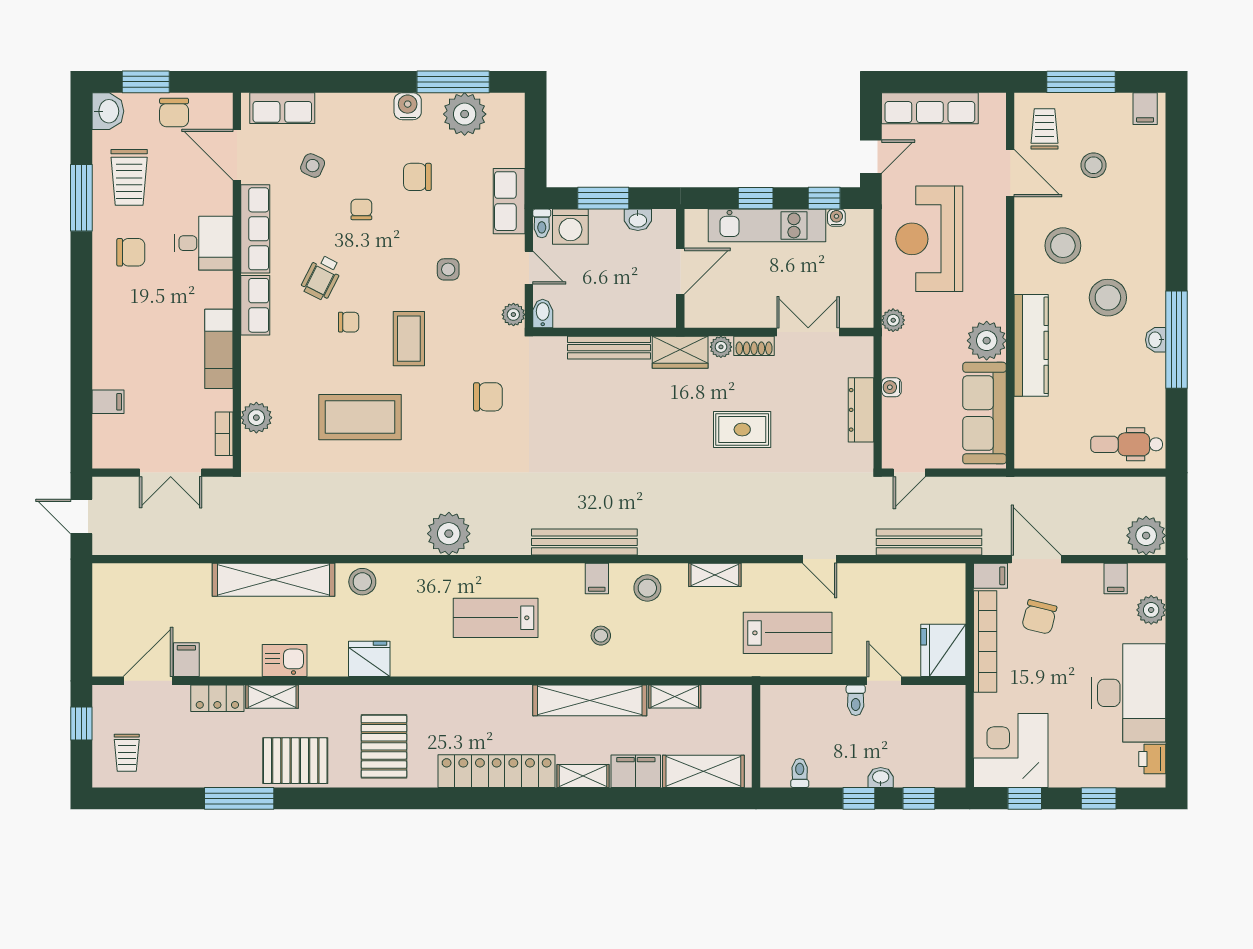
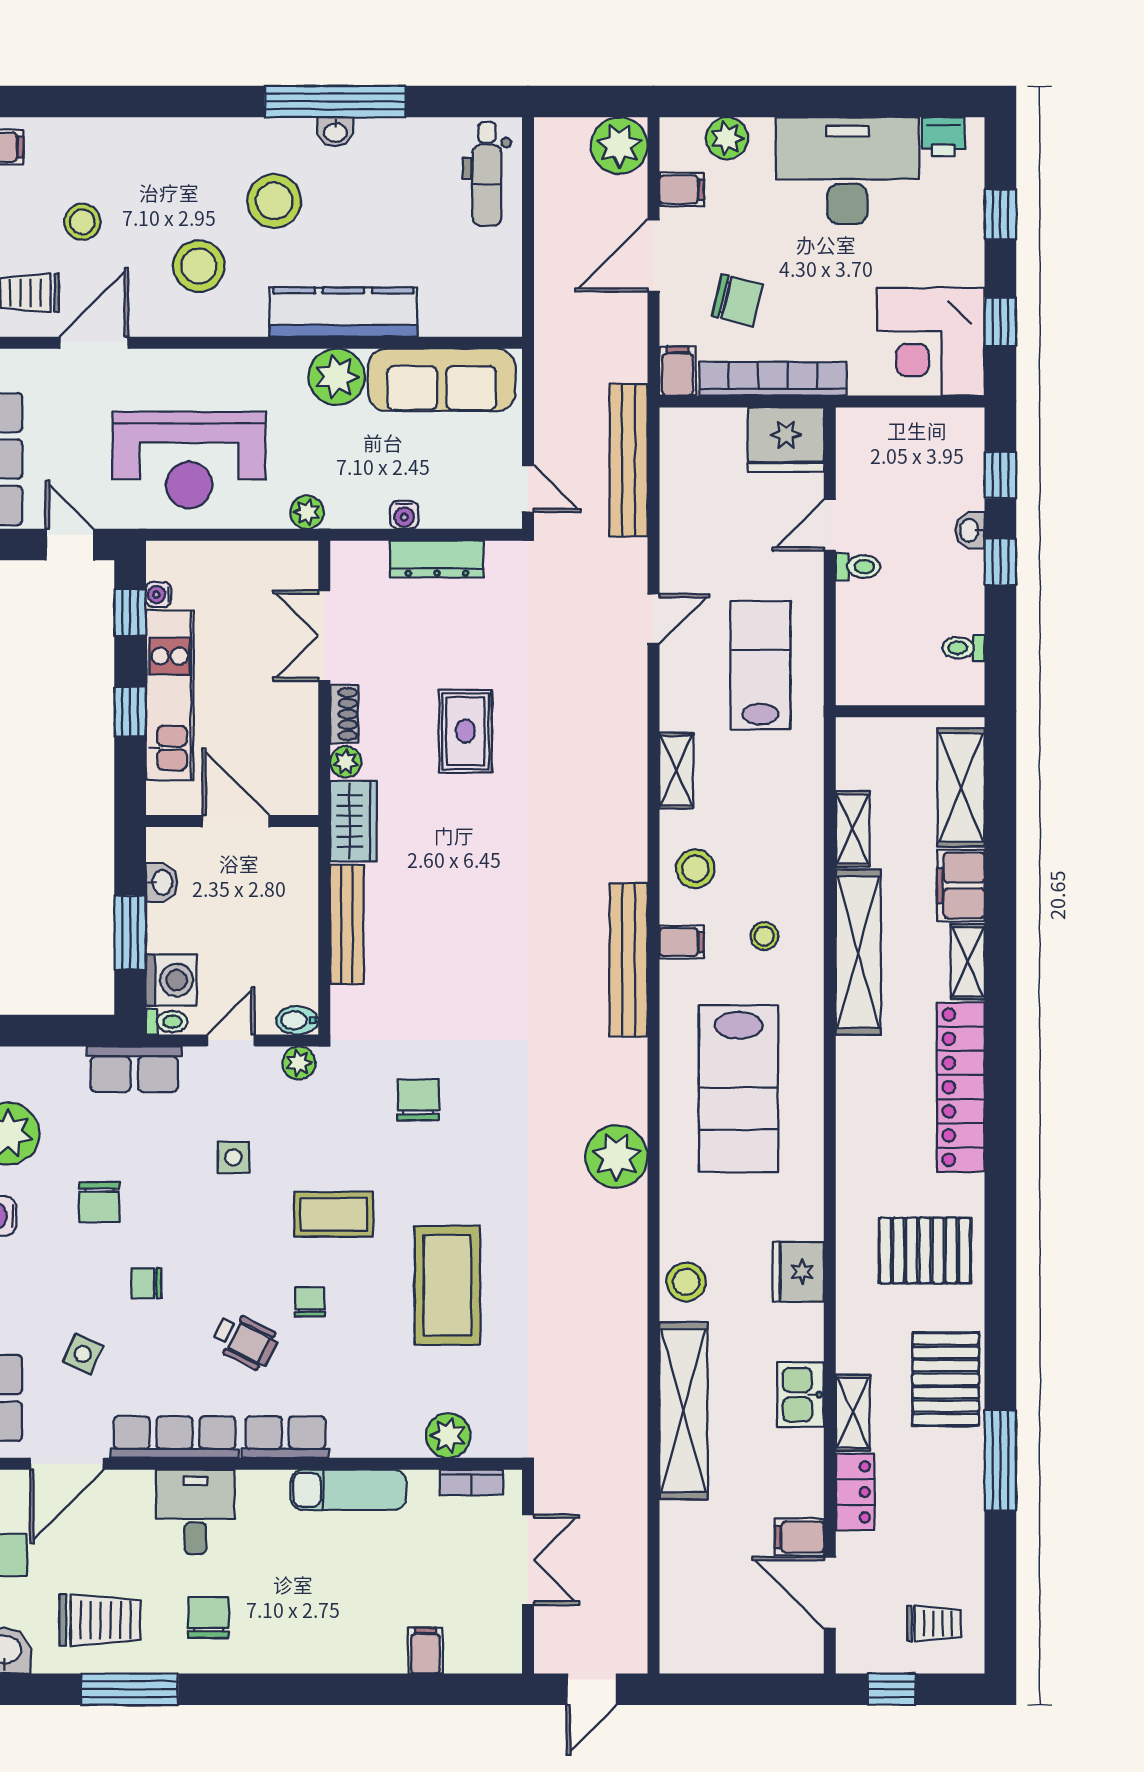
door: (1036, 559) -> (653, 256), moved
lab bench: (496, 618) -> (739, 1089), width x1.36, depth x1.39

